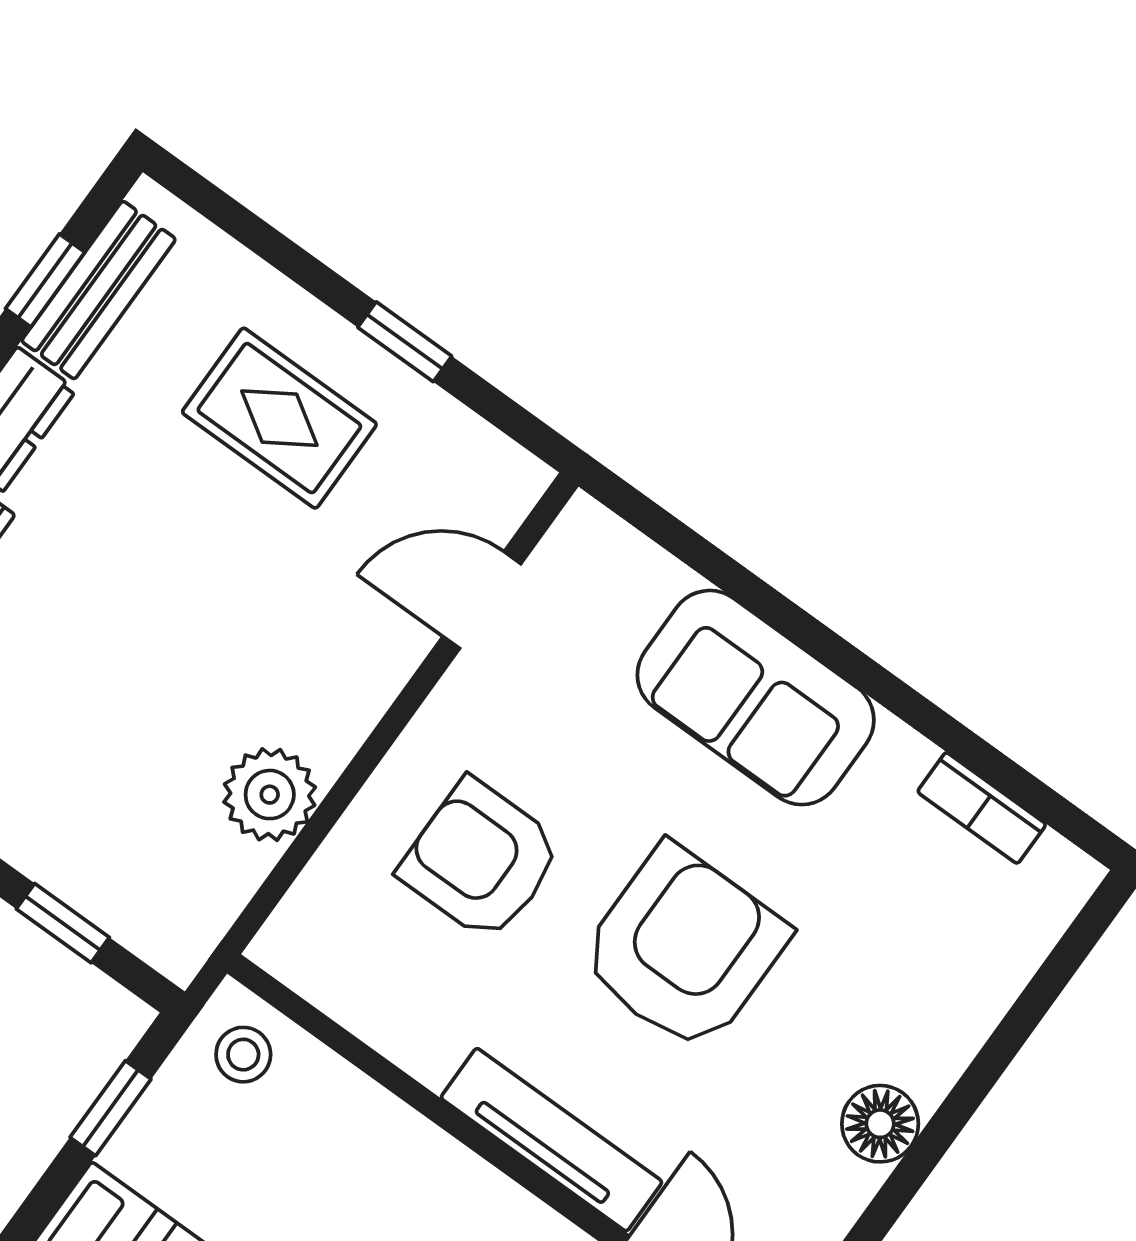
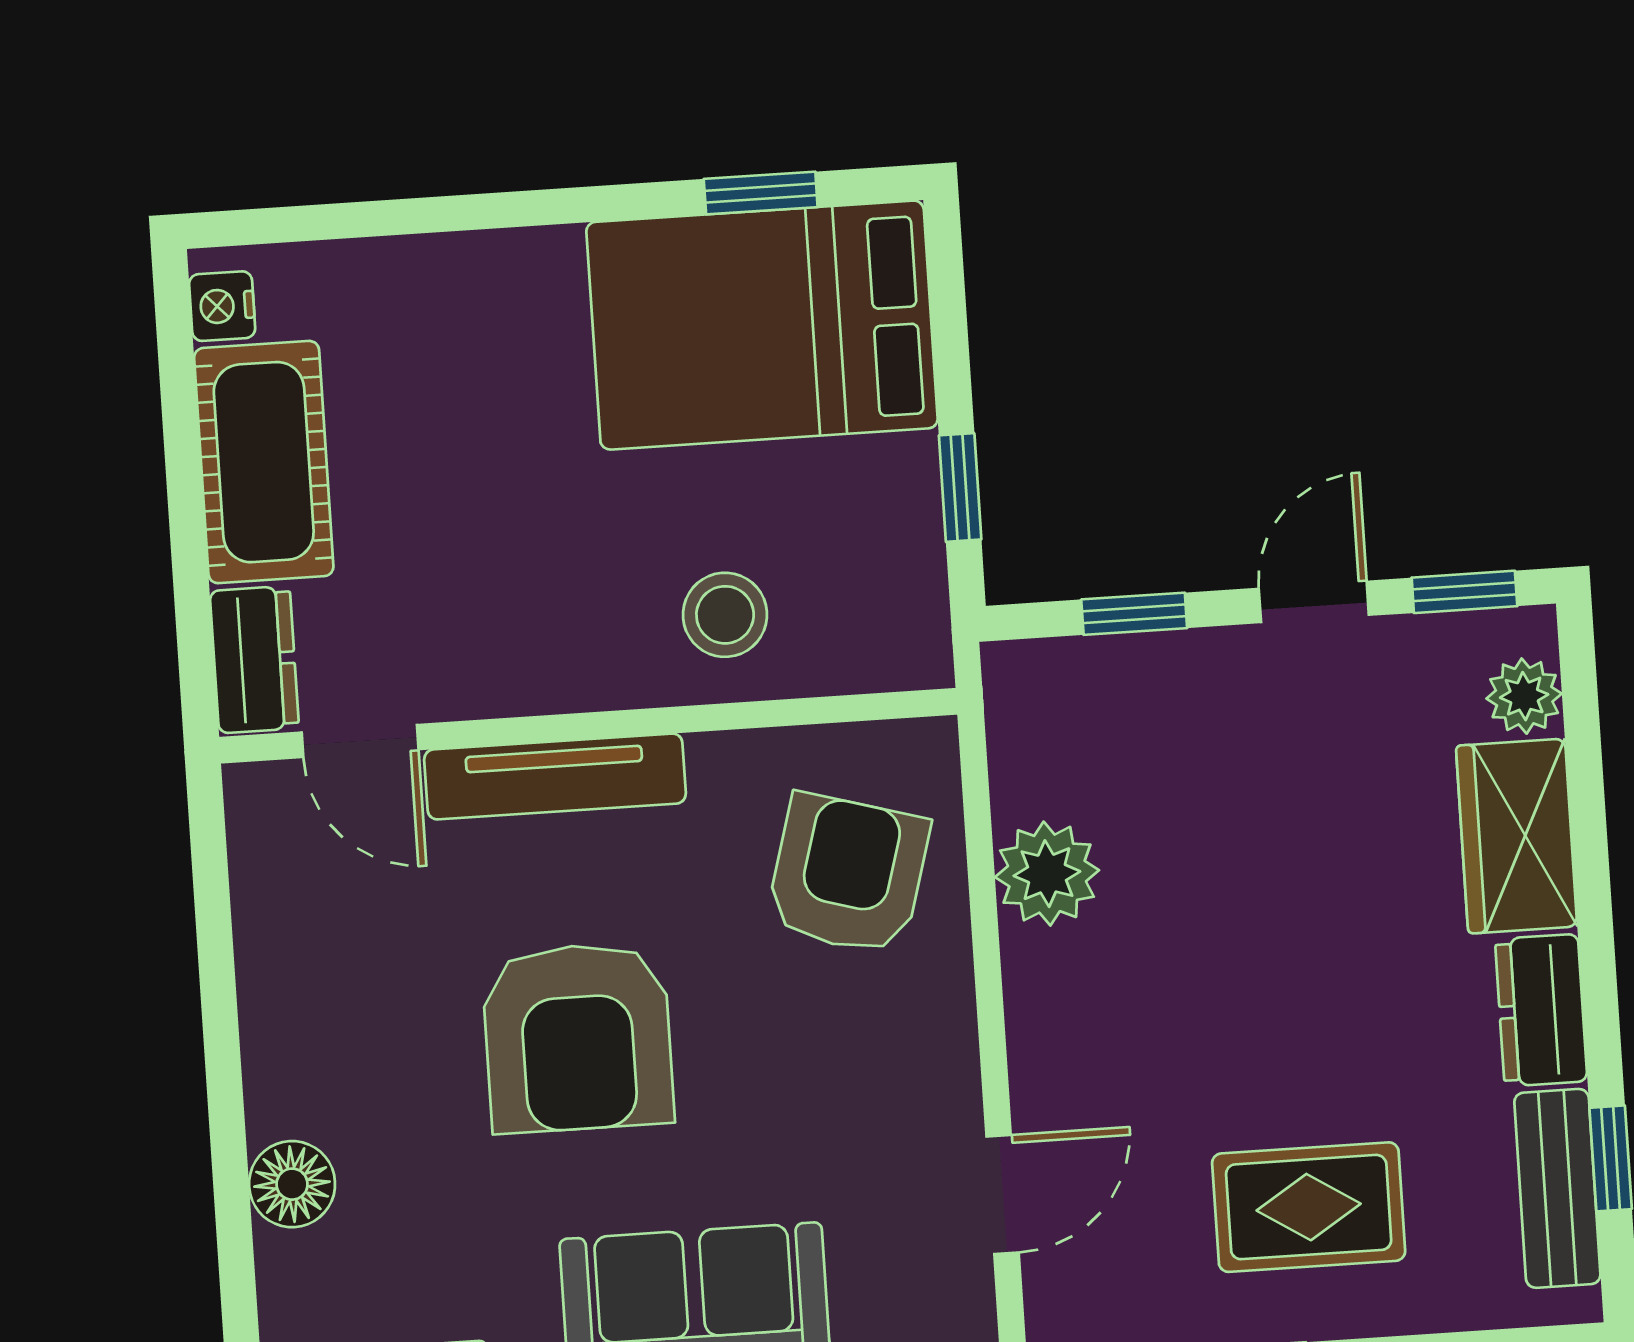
armchair: (481, 860) -> (848, 874), moved, turned -74
stool: (243, 1055) -> (725, 615), moved, width x1.37, depth x1.37
floor lamp: (880, 1124) -> (292, 1184), moved

